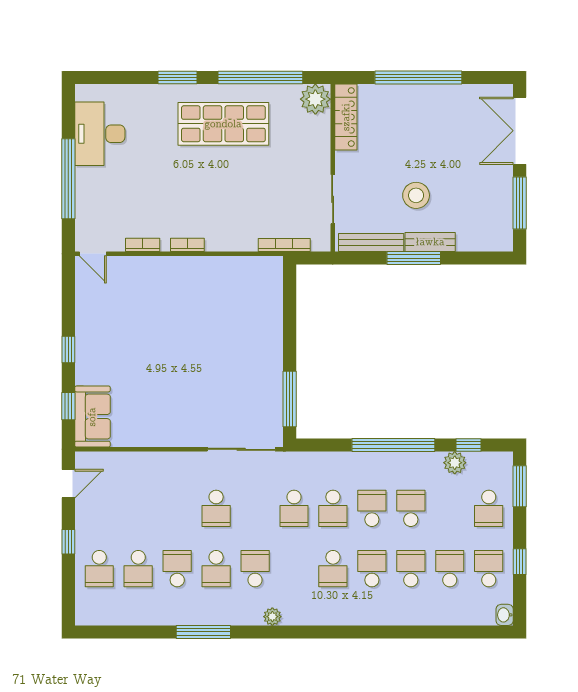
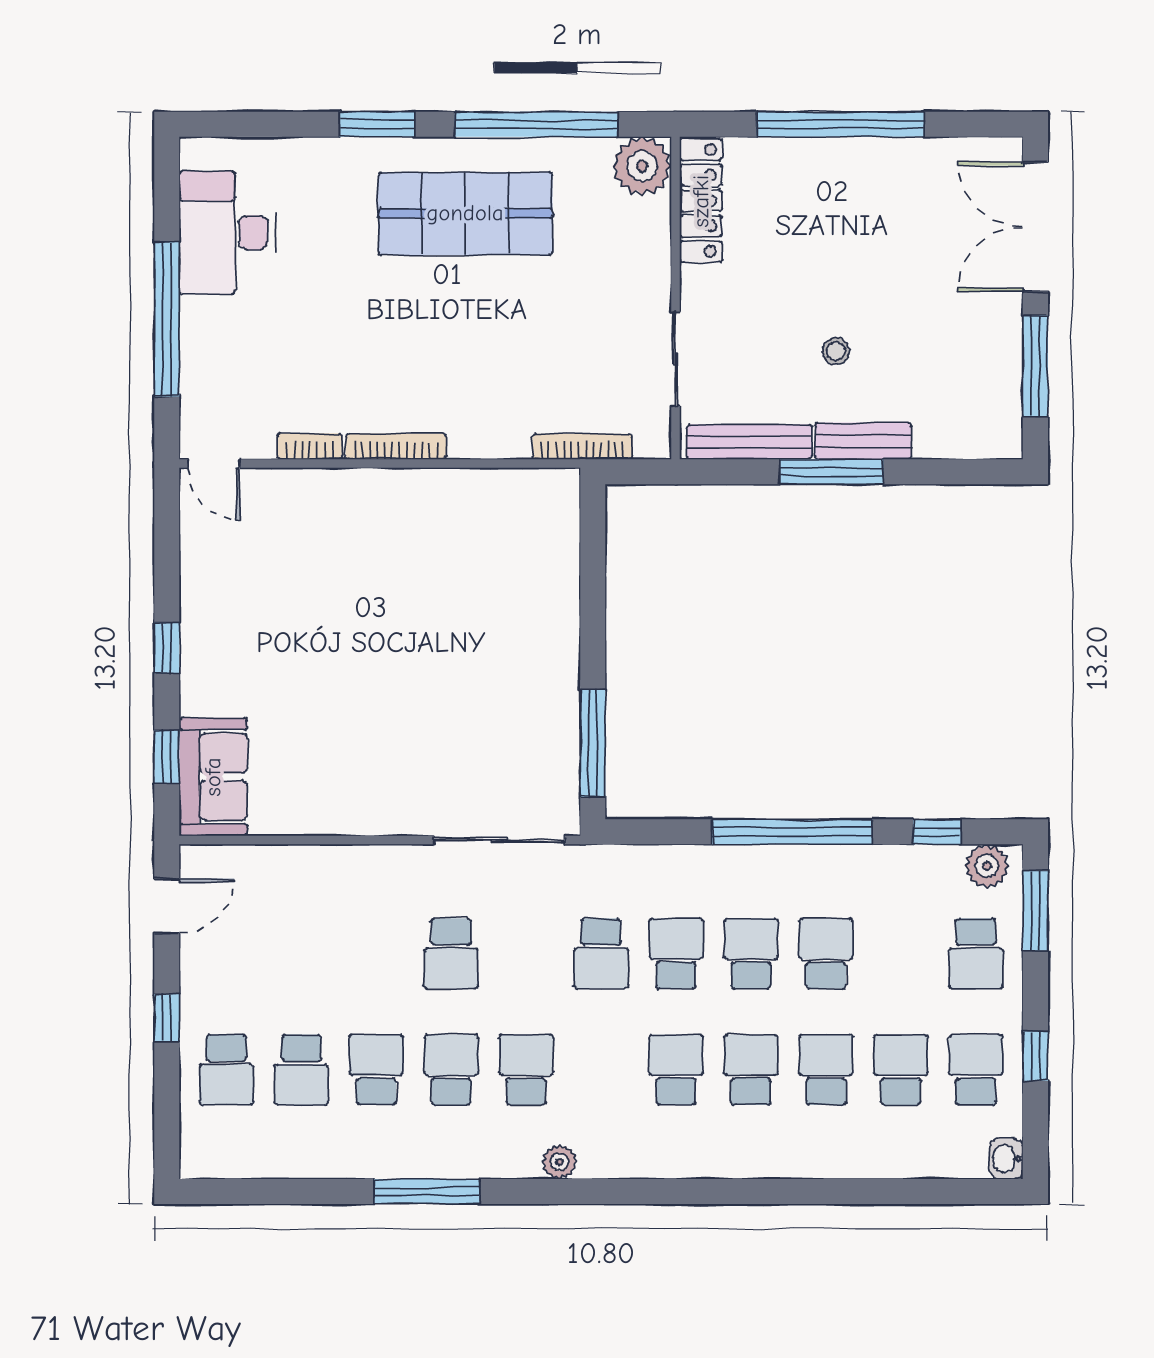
stool: (416, 195) -> (836, 351), width x0.53, depth x0.53
bookcase: (187, 245) -> (396, 447), width x1.56
plant: (455, 463) -> (987, 866), moved
school desk: (333, 508) -> (676, 954), turned 180
school desk: (216, 569) -> (451, 1070), turned 180
school desk: (333, 569) -> (676, 1070), turned 180

